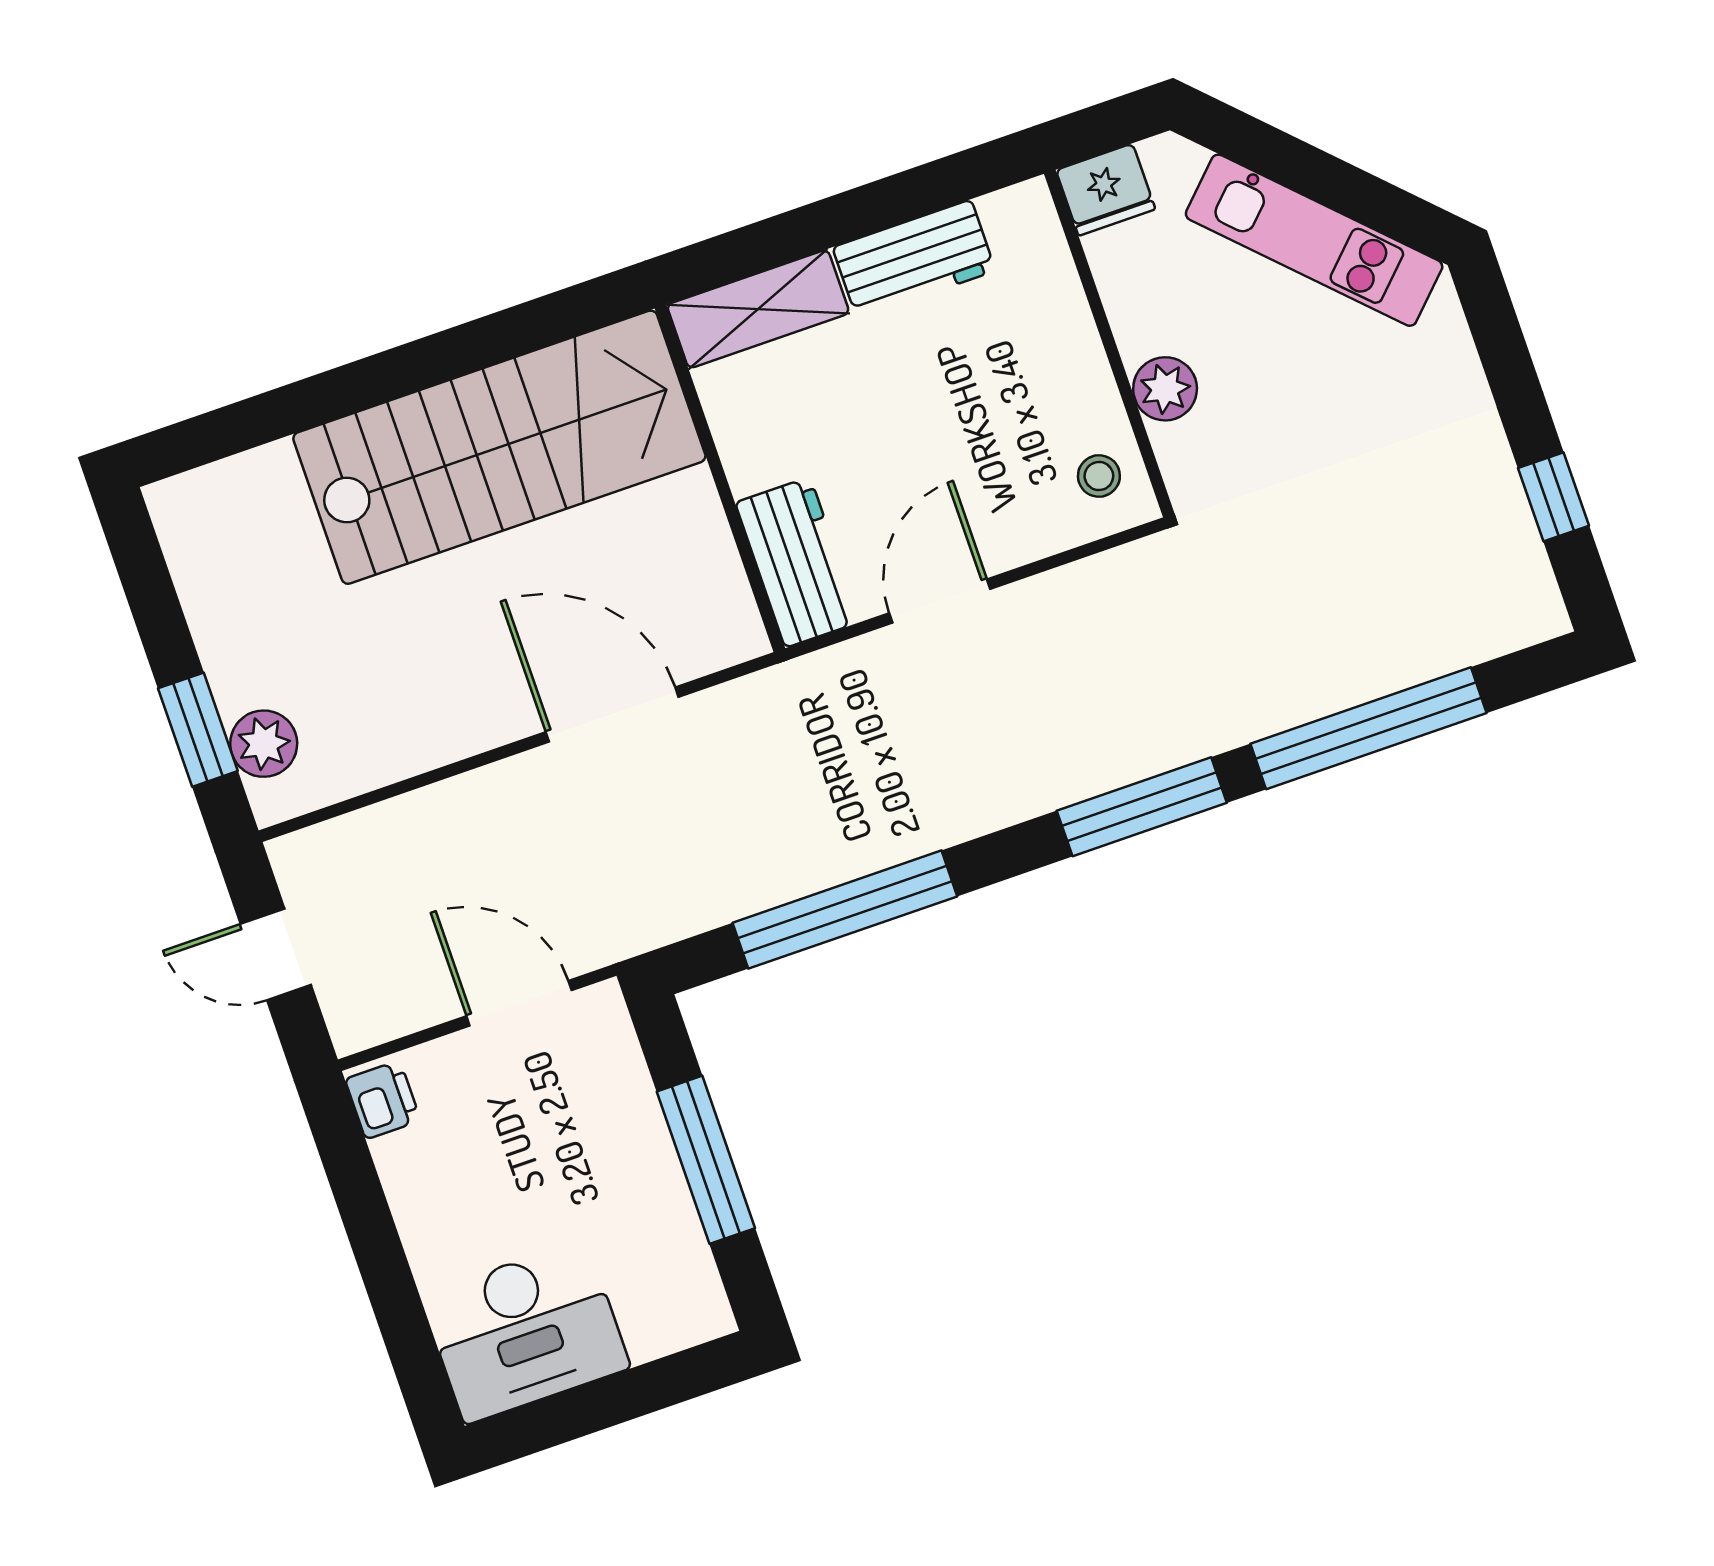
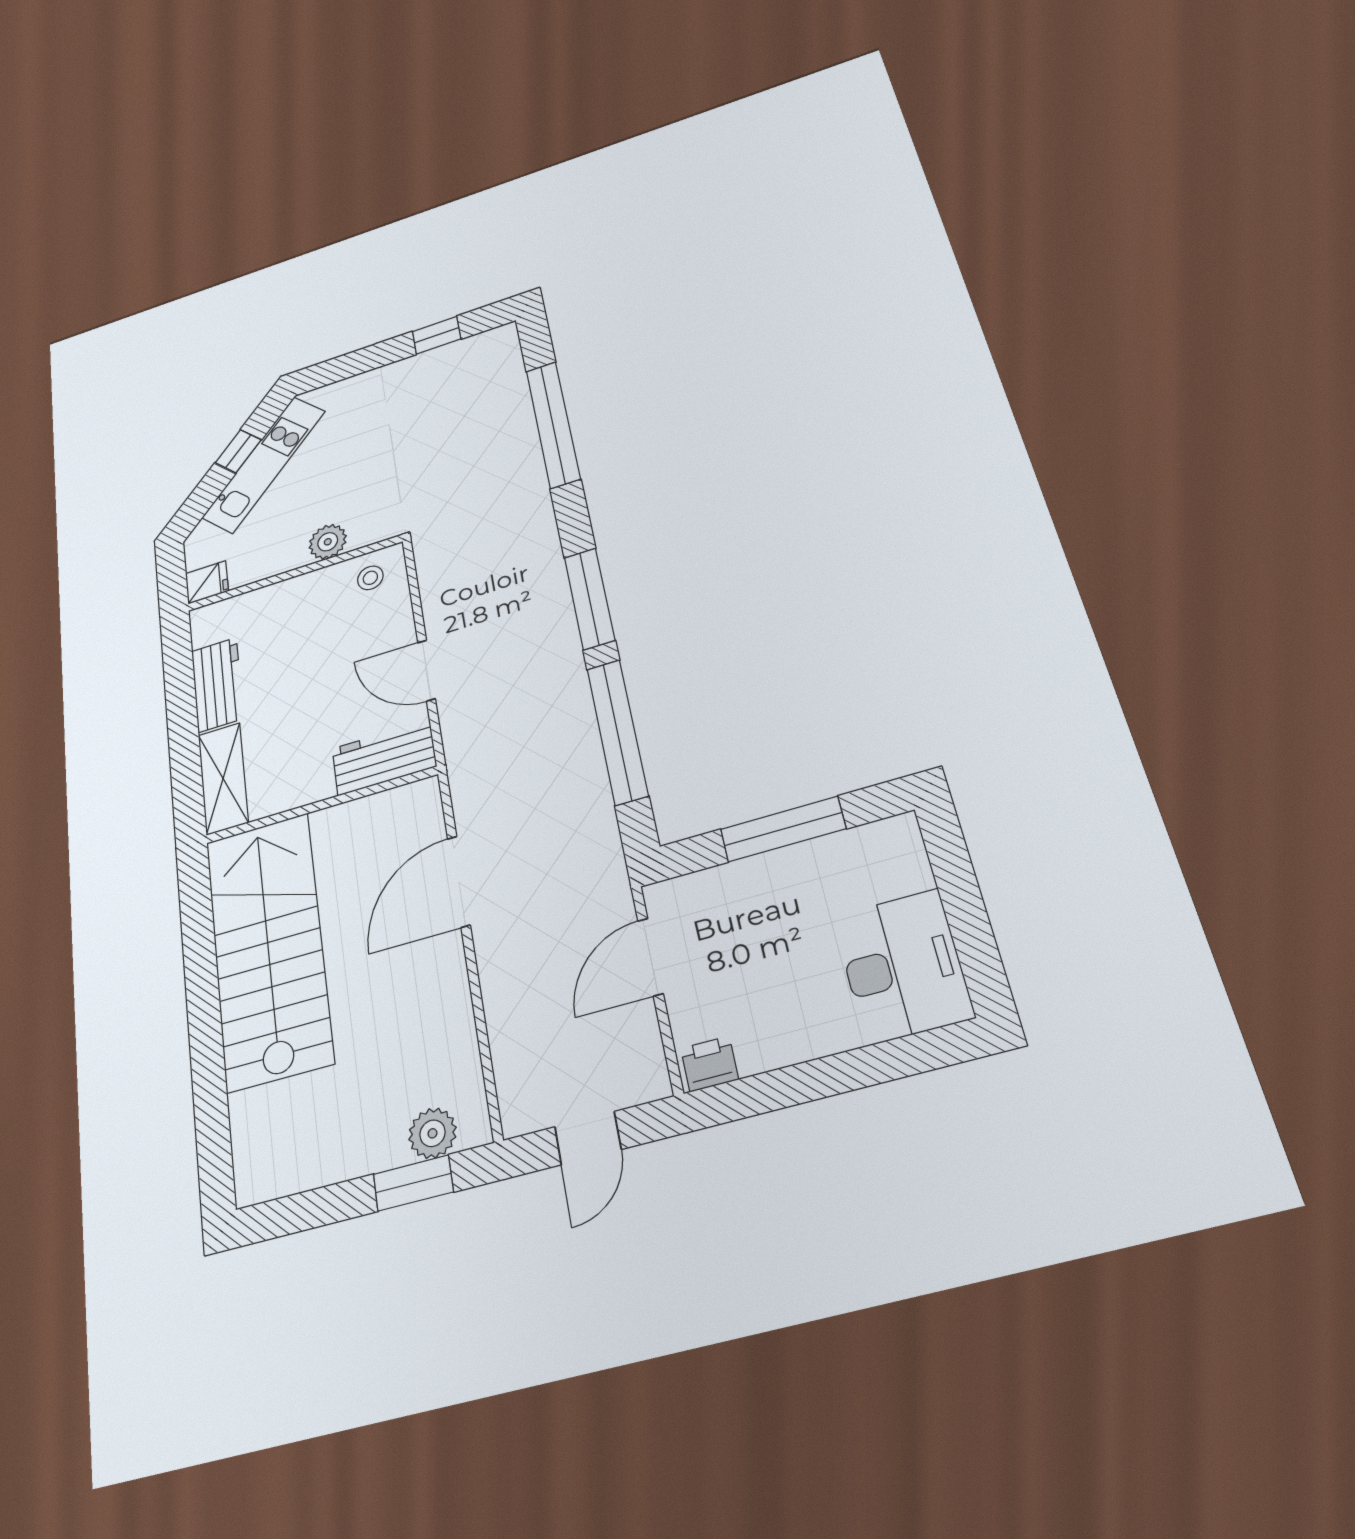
window: (1342, 187) -> (238, 451), added
fridge: (1106, 190) -> (207, 582), width x0.72
window: (1142, 807) -> (589, 599), moved

